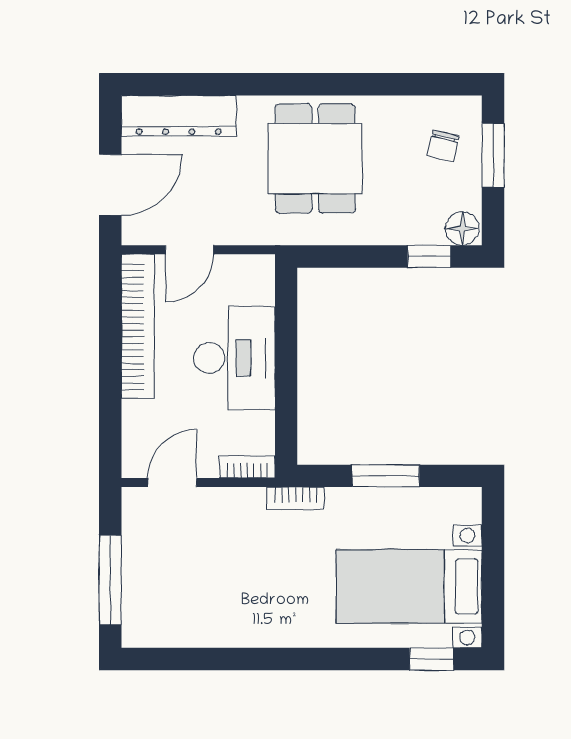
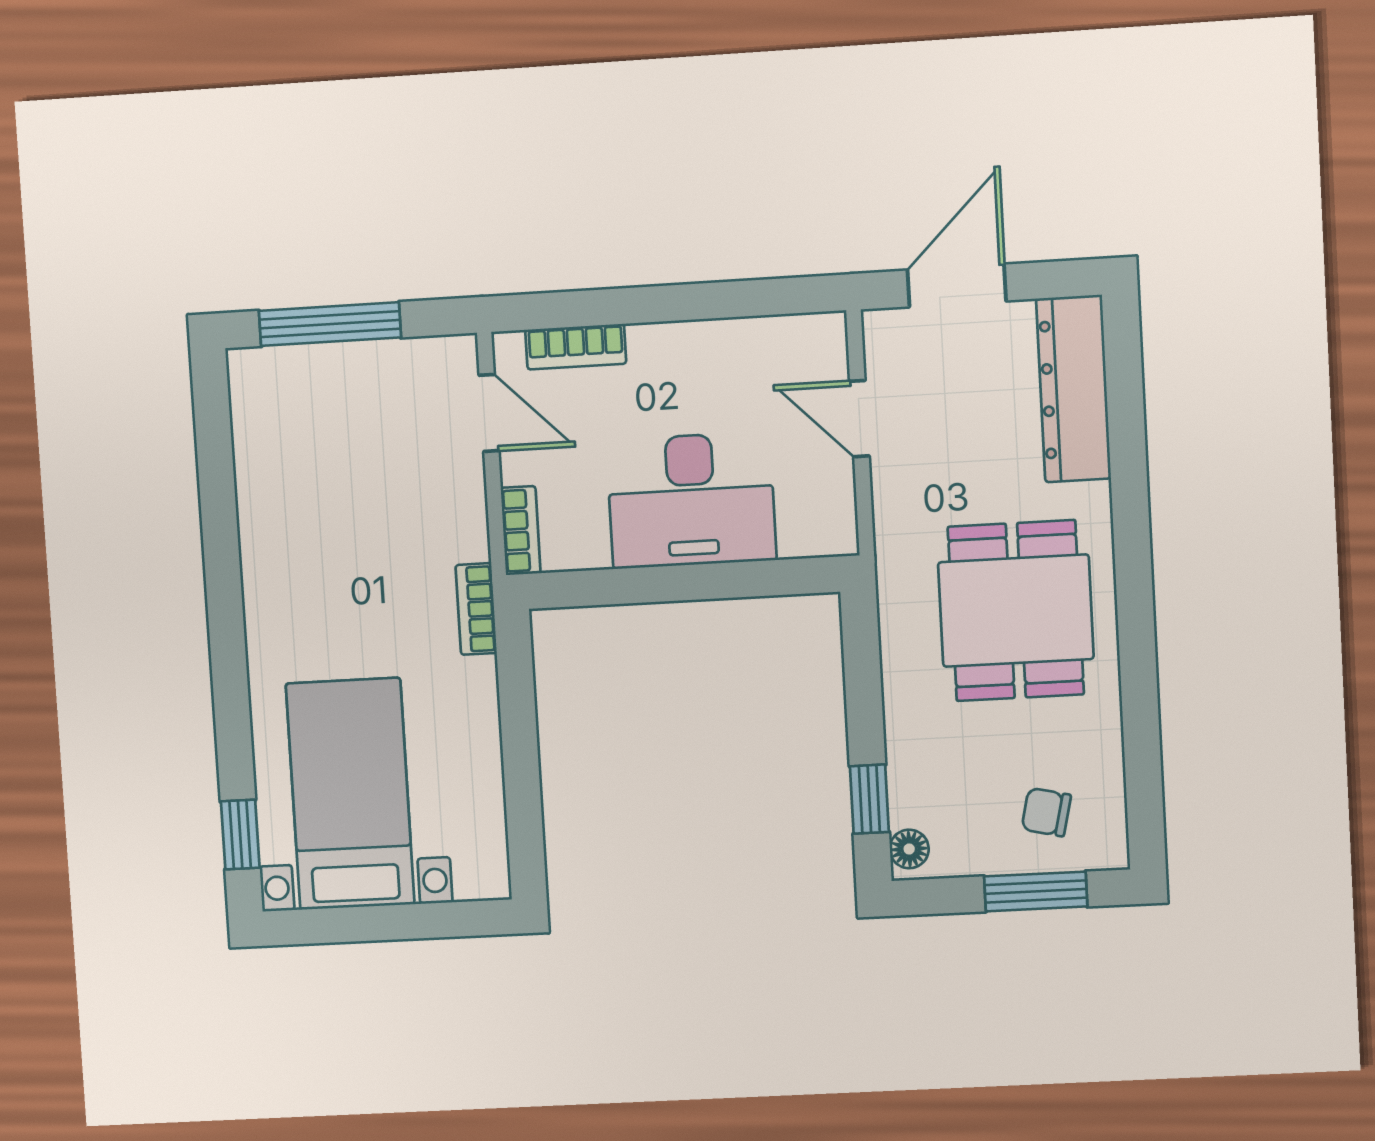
dining table: (315, 159) -> (1016, 611), turned 90
door: (110, 185) -> (957, 286), swing flipped
floor lamp: (462, 229) -> (909, 849), width x0.73, depth x0.73
bookcase: (138, 327) -> (576, 347), moved, width x0.43, depth x0.76
window: (386, 476) -> (520, 748), removed

